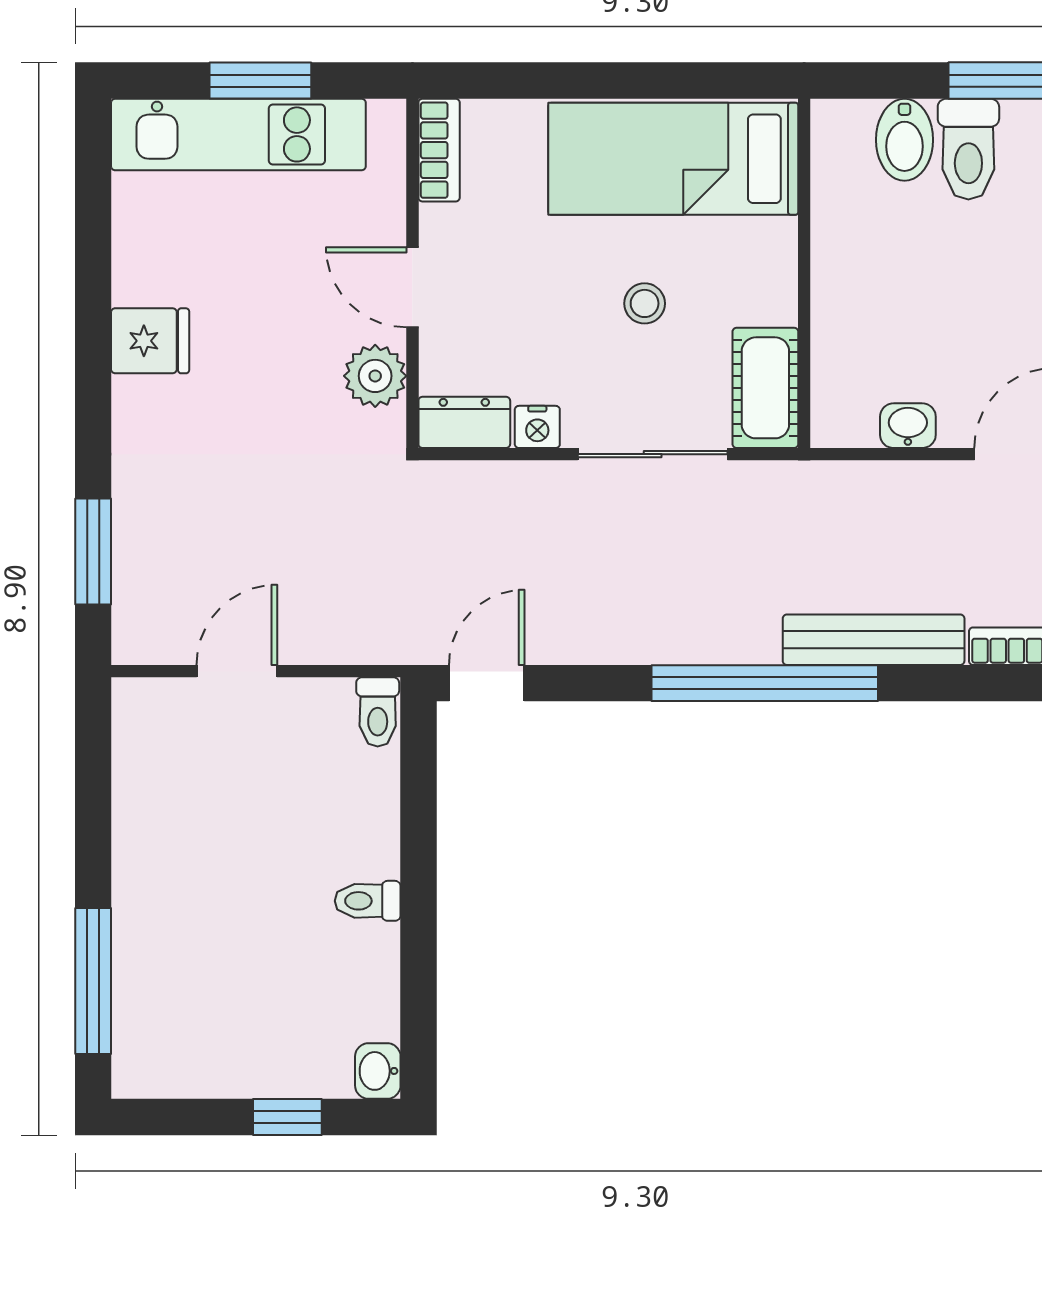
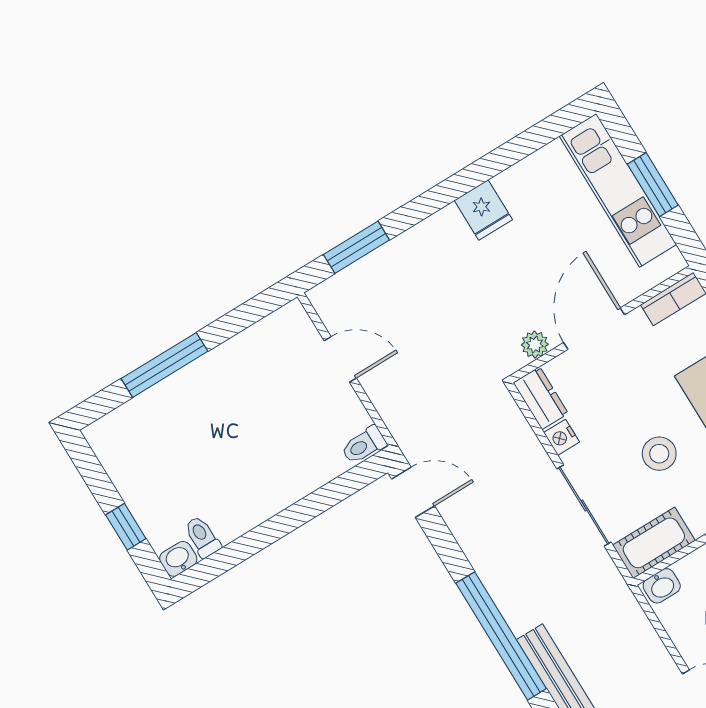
door: (412, 287) -> (594, 329), width x1.38
stool: (645, 303) -> (659, 454), width x1.37, depth x1.37
plant: (375, 376) -> (535, 345), width x0.73, depth x0.73
washbasin: (908, 426) -> (662, 586), moved, turned 90
toilet: (368, 901) -> (202, 537), moved
window: (93, 981) -> (165, 365), moved

